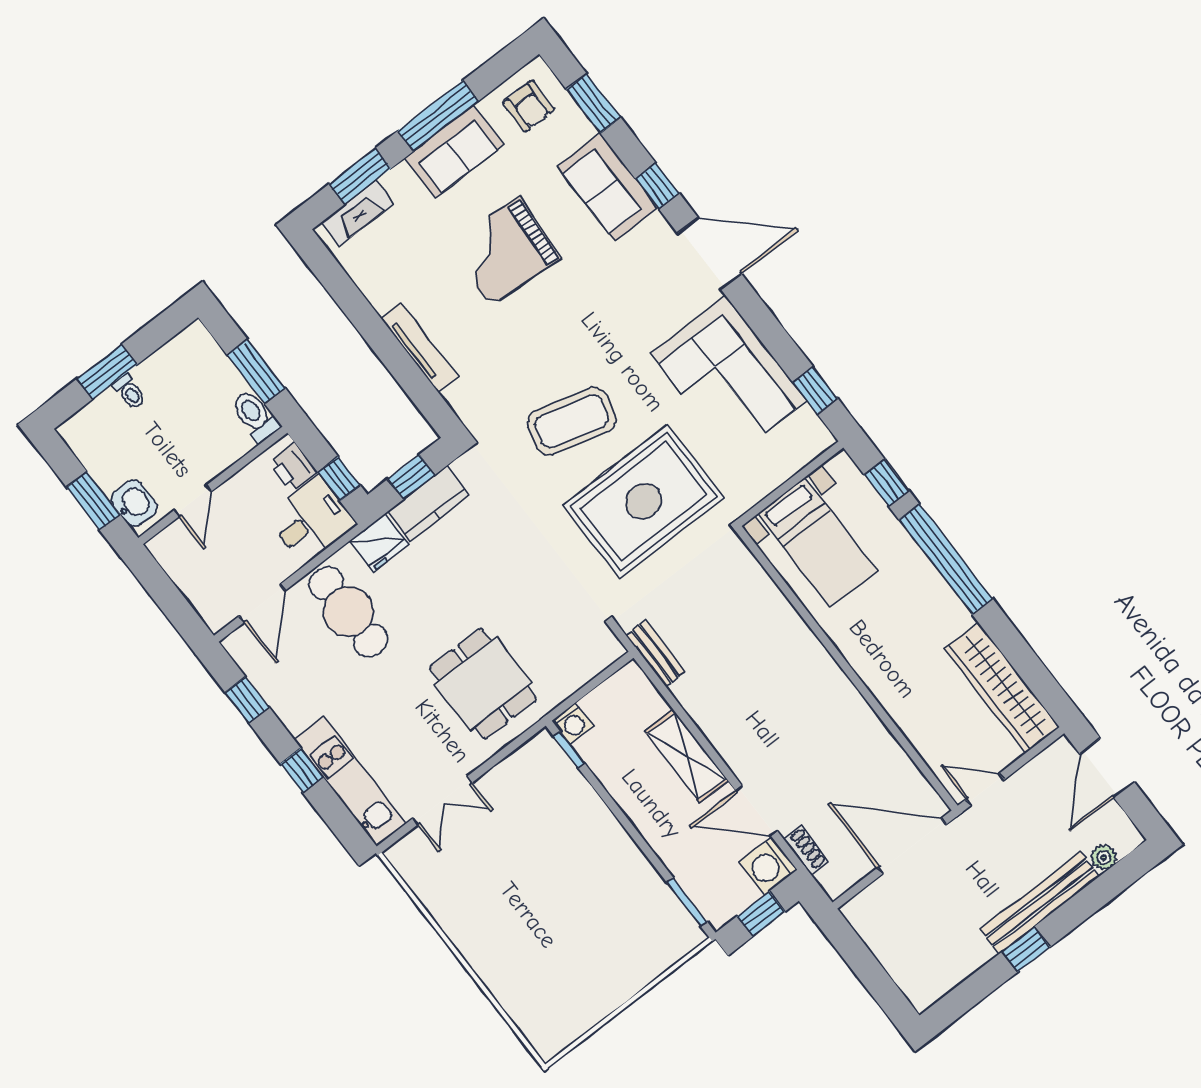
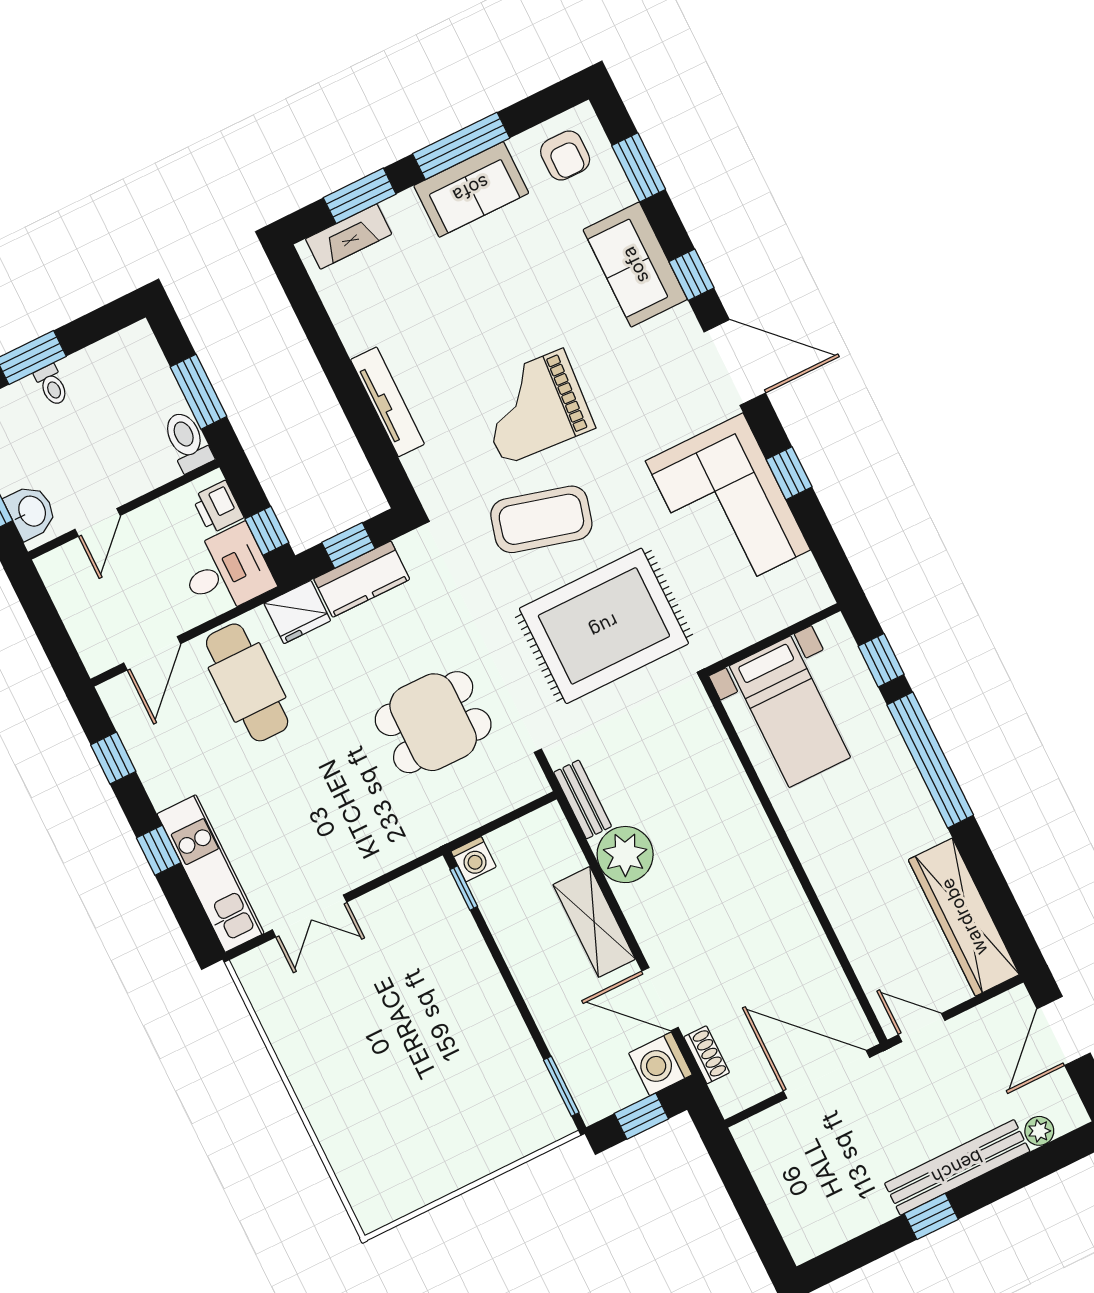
grand piano: (504, 251) -> (533, 407), moved
window: (815, 390) -> (789, 473), moved
dining table: (483, 684) -> (433, 722), moved, turned 90
plant: (701, 693) -> (625, 855), added

